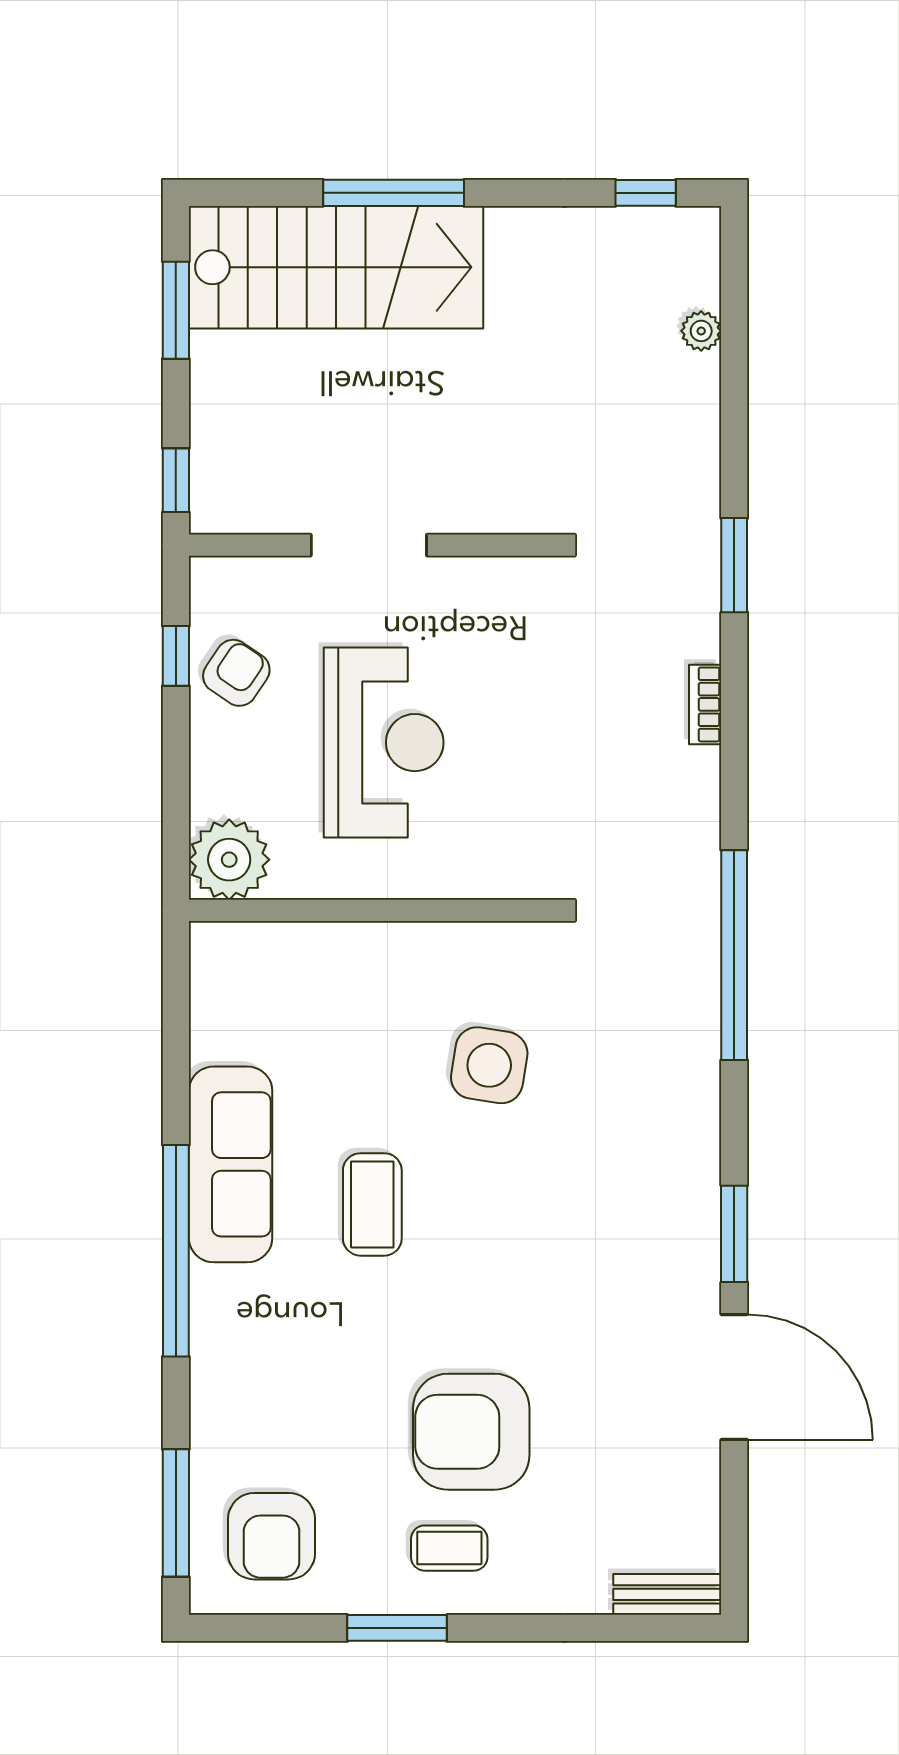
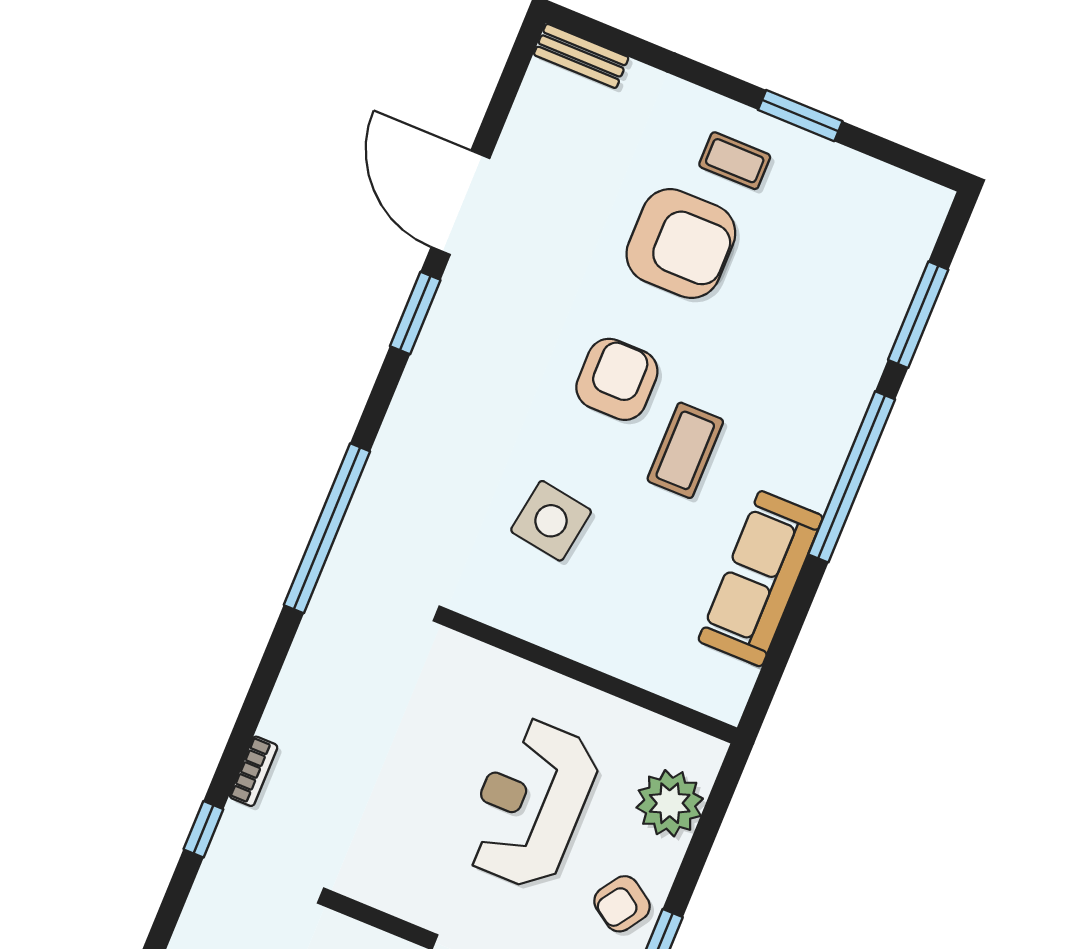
window: (734, 565) -> (203, 829), width x0.67
bookcase: (705, 704) -> (253, 771), moved
plant: (229, 860) -> (670, 803), moved
sofa: (231, 1164) -> (761, 579), moved
window: (176, 1513) -> (918, 315), moved
armchair: (272, 1536) -> (617, 379), moved

